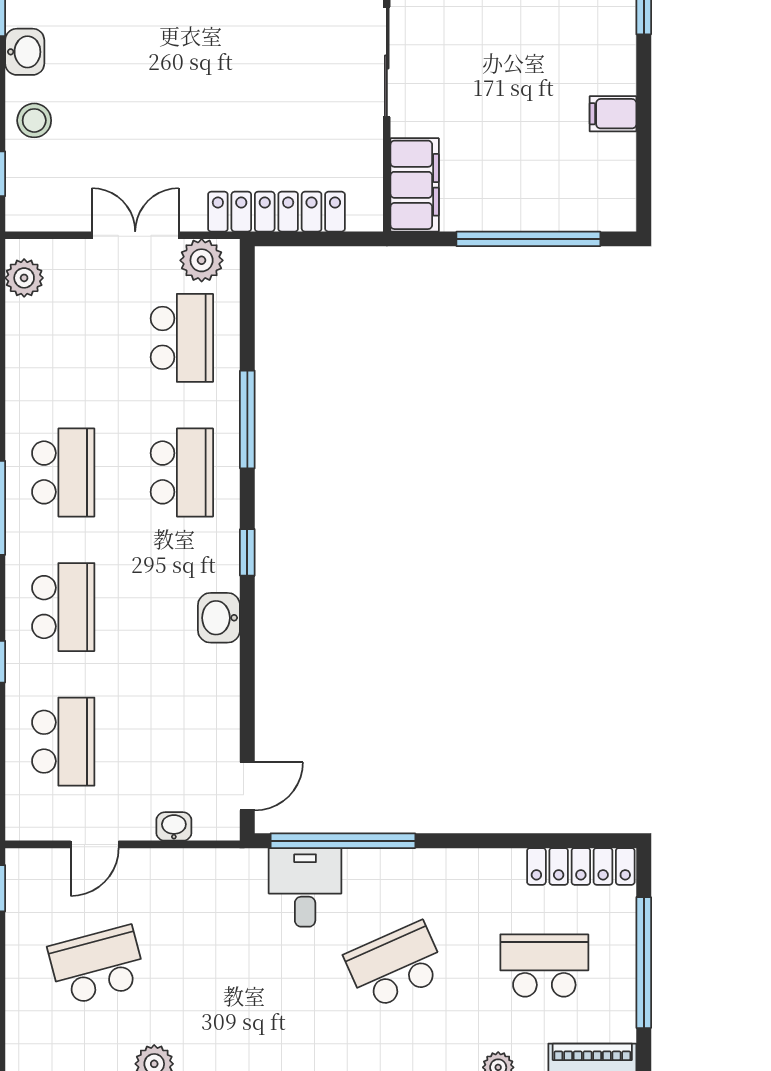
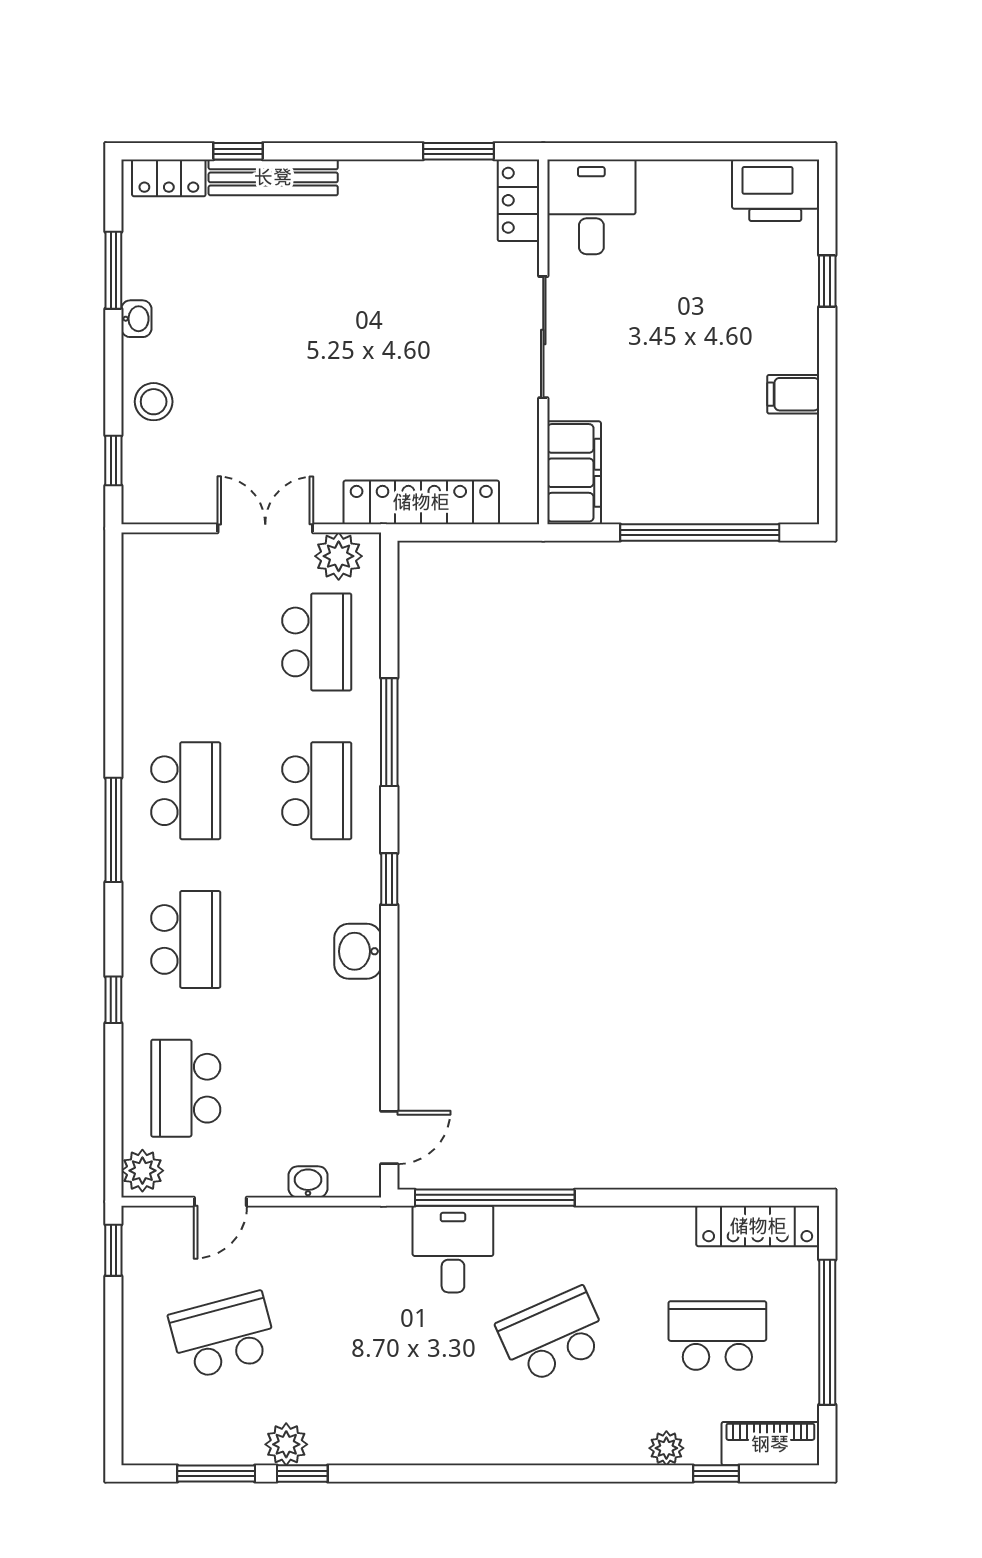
washbasin: (25, 52) -> (136, 319), width x0.72, depth x0.69
plant: (24, 278) -> (142, 1171), moved
school desk: (63, 742) -> (186, 1088), turned 180

